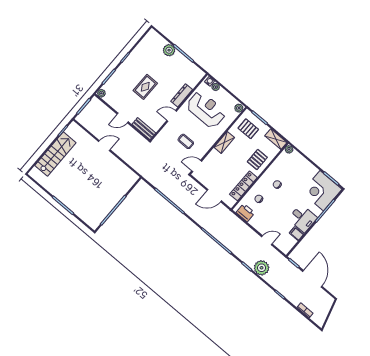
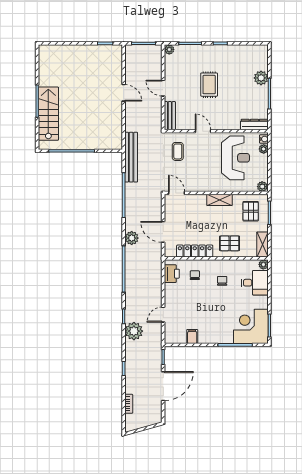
rug: (145, 87) -> (209, 85), turned 90
dresser: (182, 95) -> (254, 124), moved
coffee table: (186, 141) -> (178, 151), moved
stairs: (55, 154) -> (48, 114), moved, turned -90
bench: (149, 176) -> (131, 157), added
desk: (303, 218) -> (255, 283), moved, turned -90
plant: (201, 219) -> (132, 238), added
door: (267, 240) -> (163, 315), swing flipped

